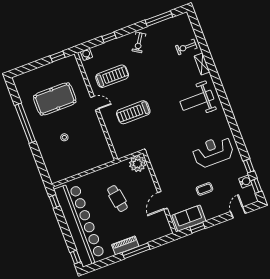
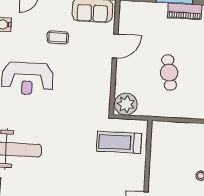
treadmill: (133, 112) -> (119, 142), moved, turned 180

